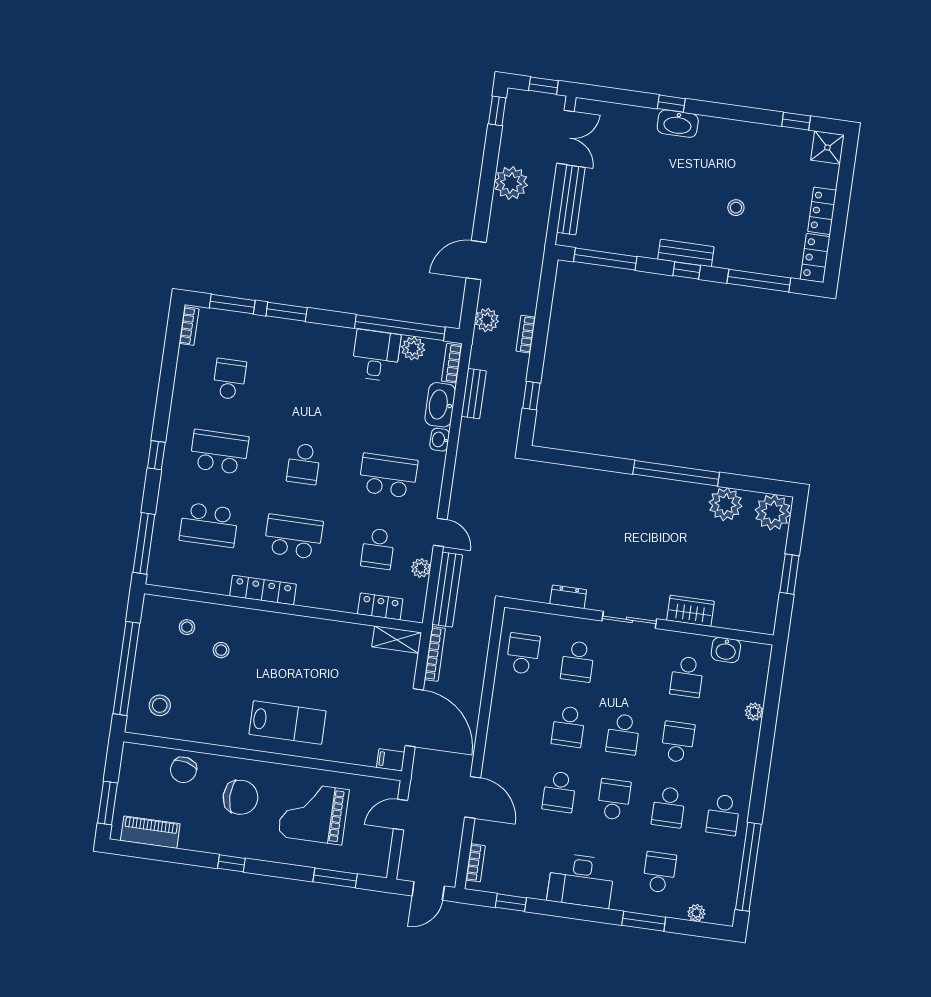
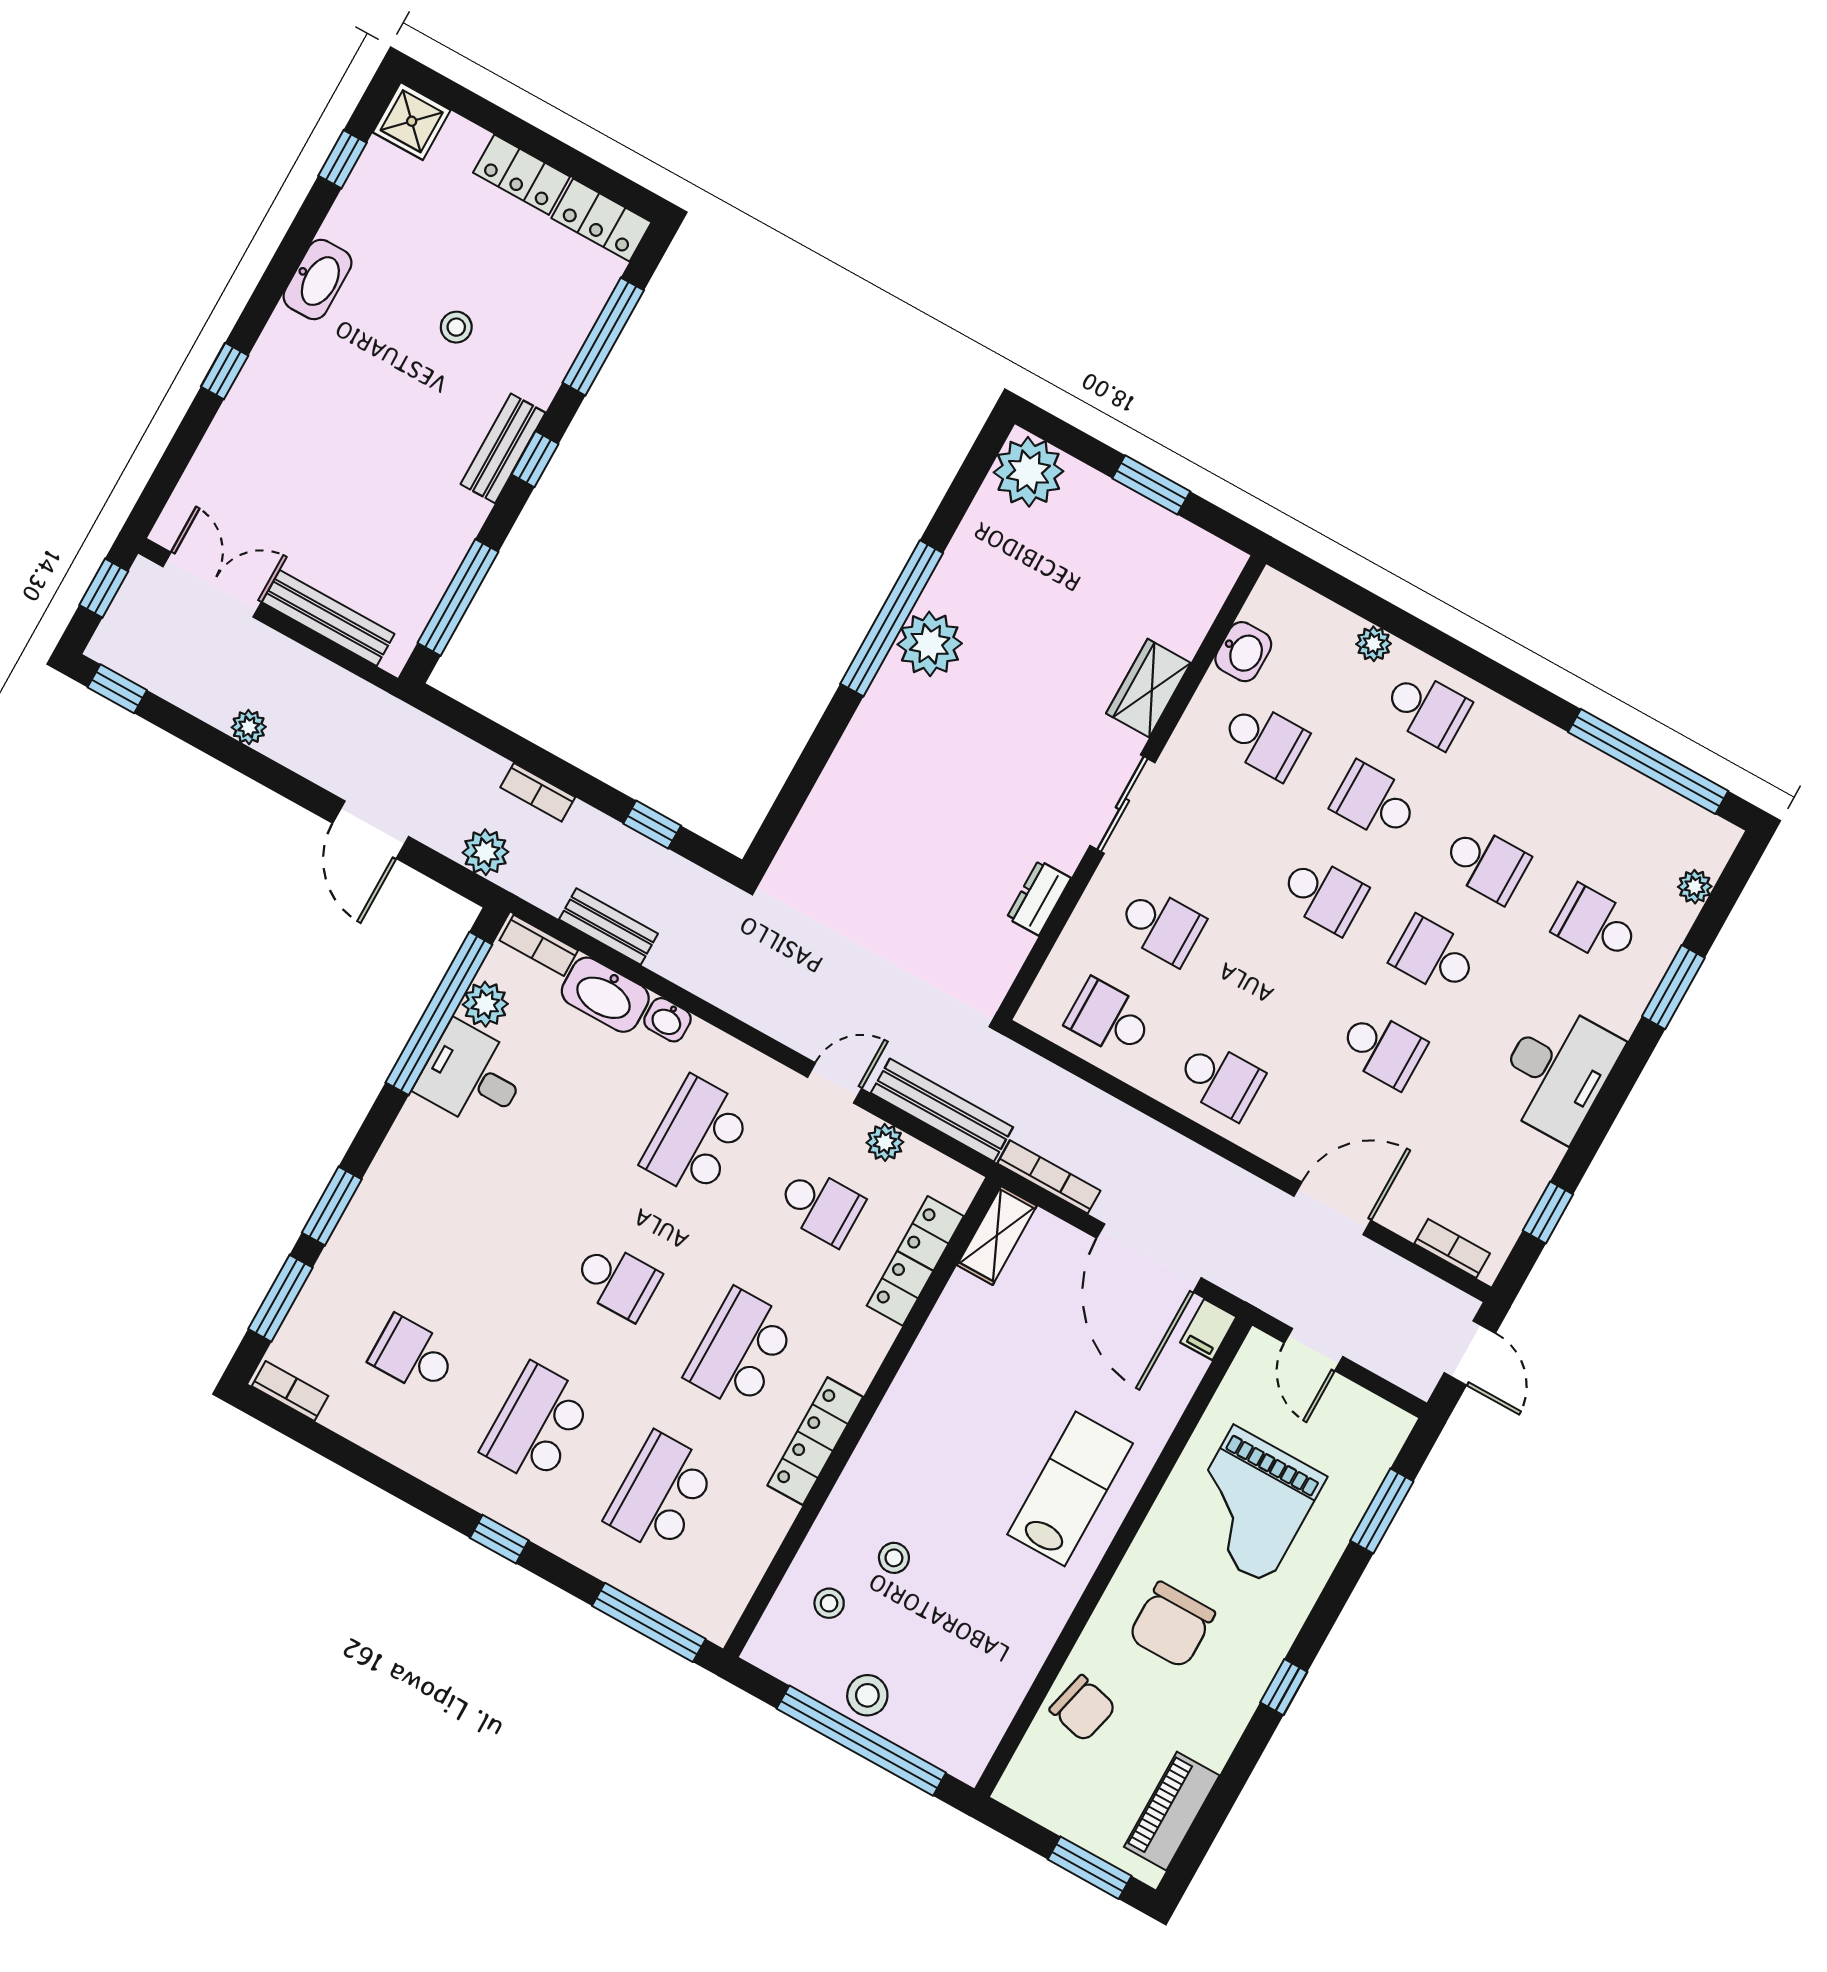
washbasin: (678, 124) -> (317, 280), moved
plant: (511, 183) -> (249, 727), width x0.53, depth x0.53
plant: (725, 504) -> (930, 644), moved
school desk: (209, 525) -> (661, 1493), turned 180
locker: (380, 606) -> (915, 1261), width x1.53
stool: (160, 705) -> (867, 1695), moved
door: (414, 718) -> (1149, 1258), swing flipped
school desk: (568, 727) -> (1220, 1080), moved
chair: (240, 797) -> (1172, 1625), turned 180
school desk: (723, 815) -> (1427, 709), moved

